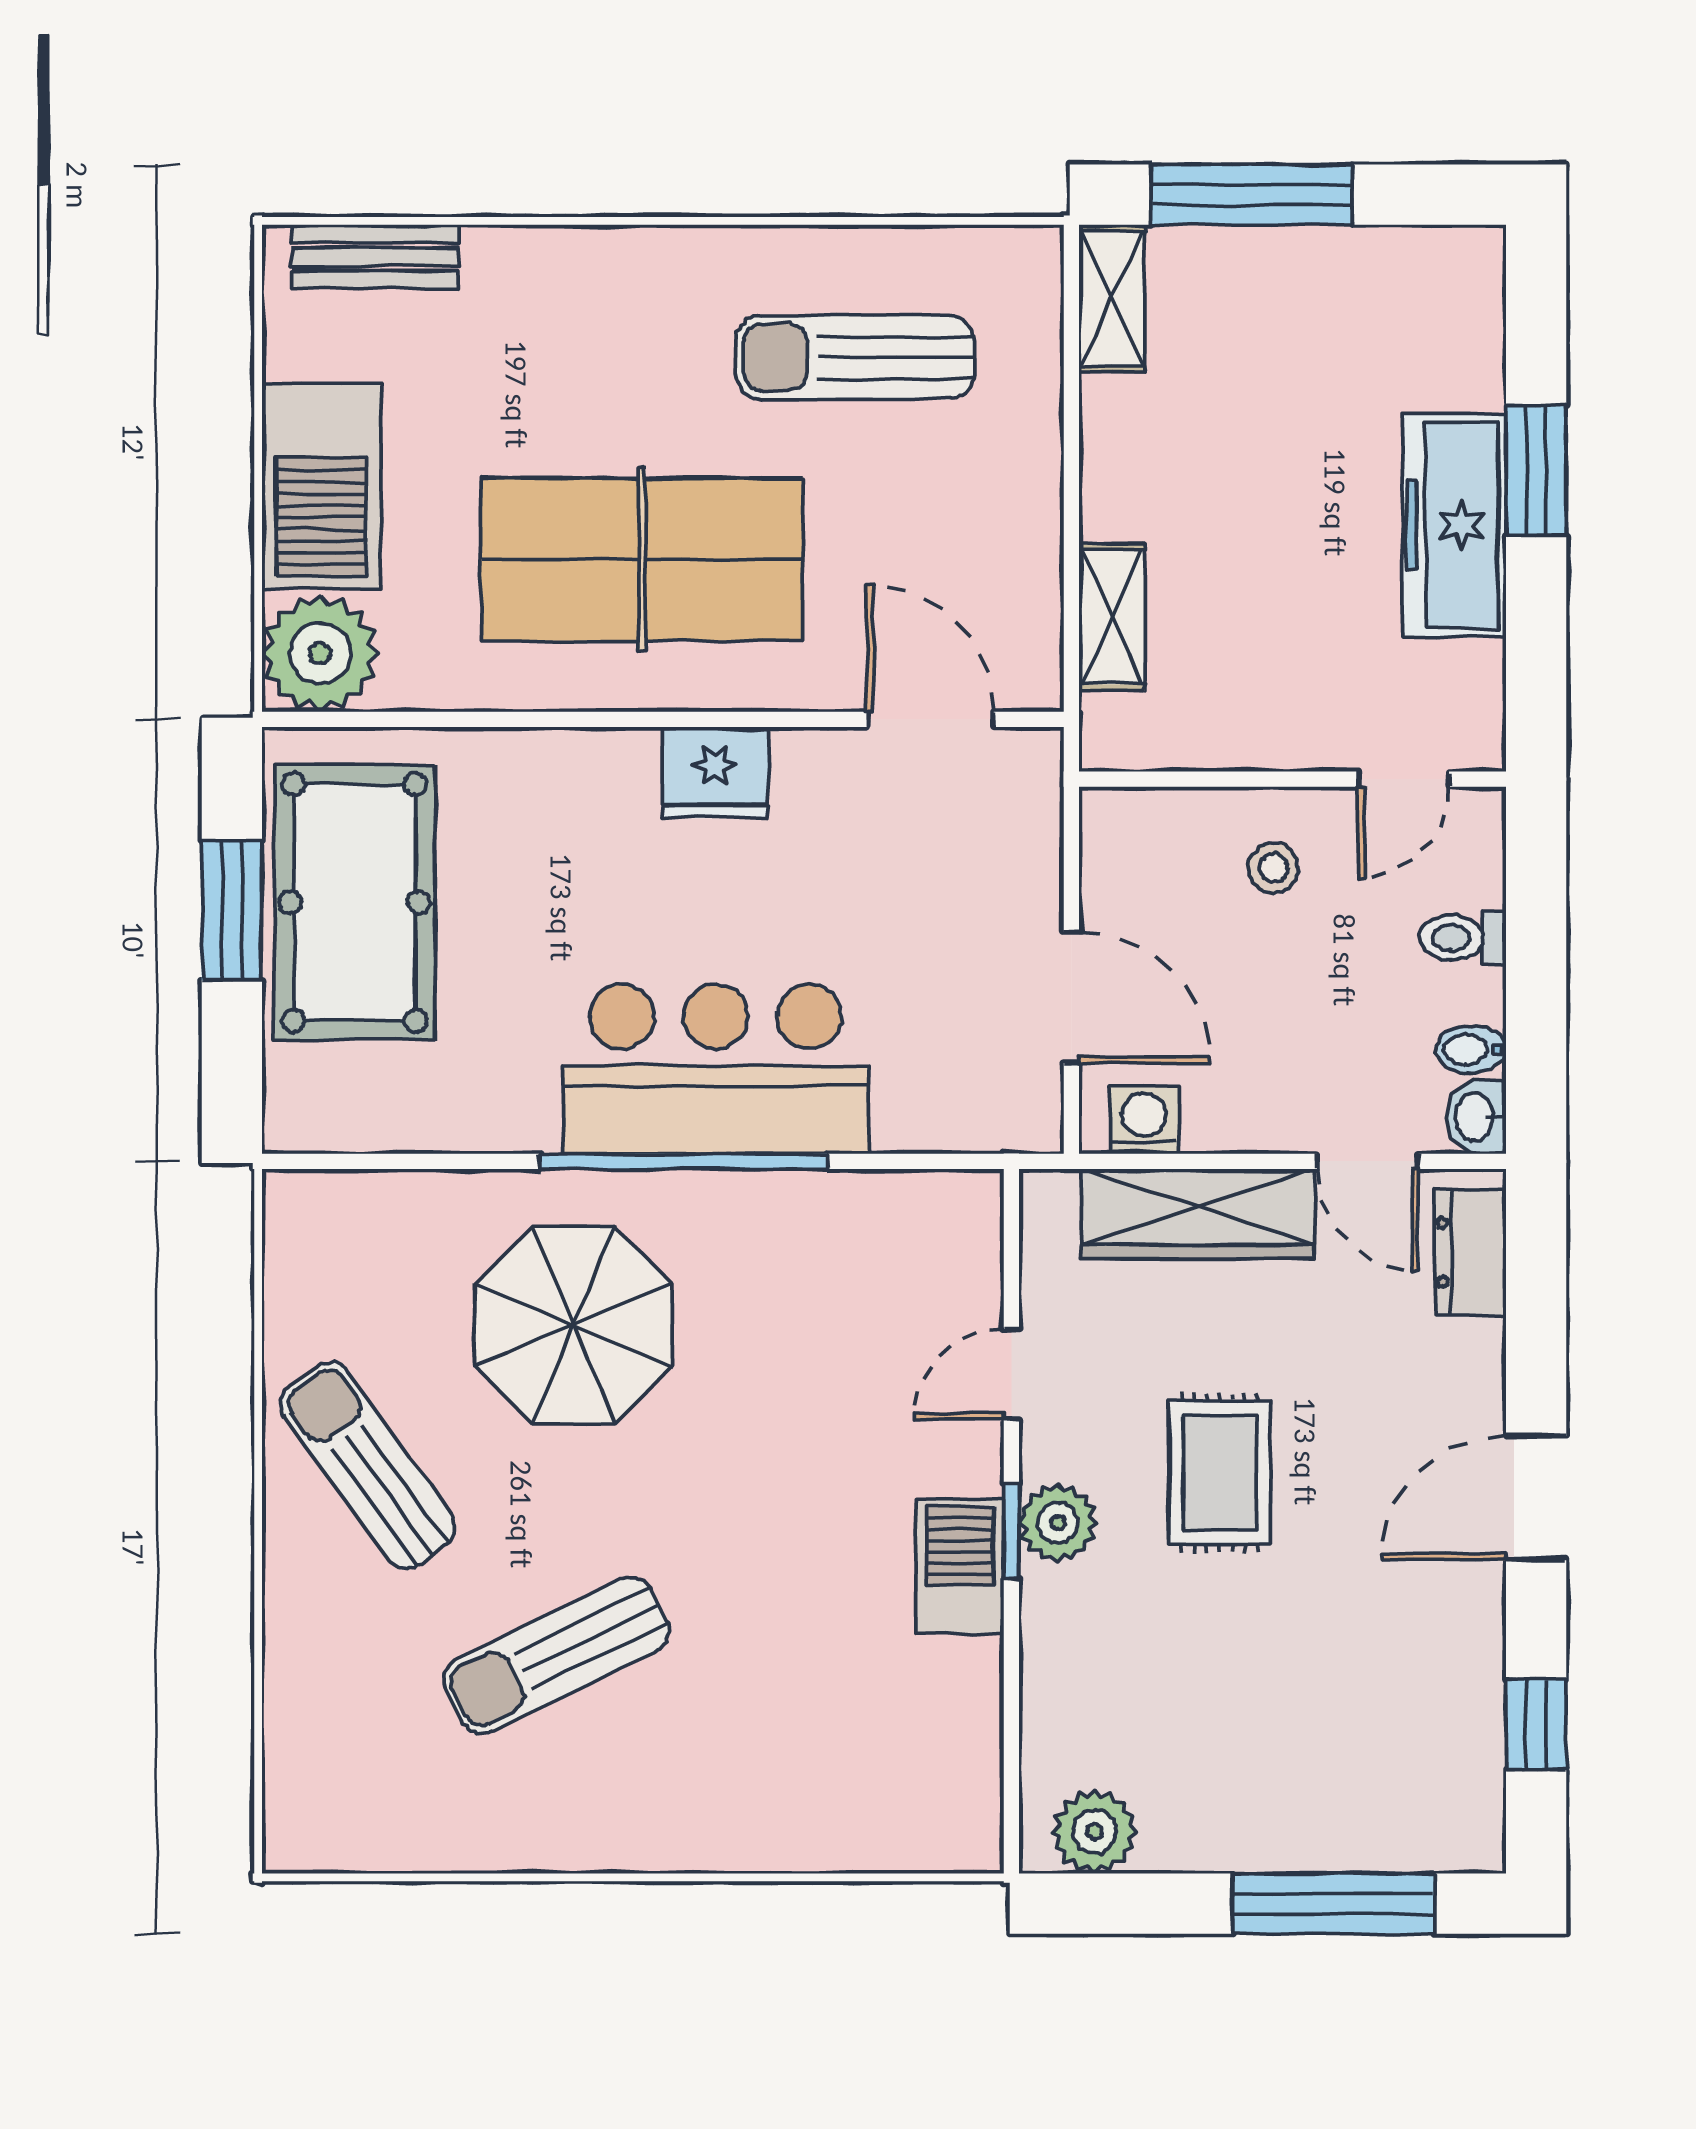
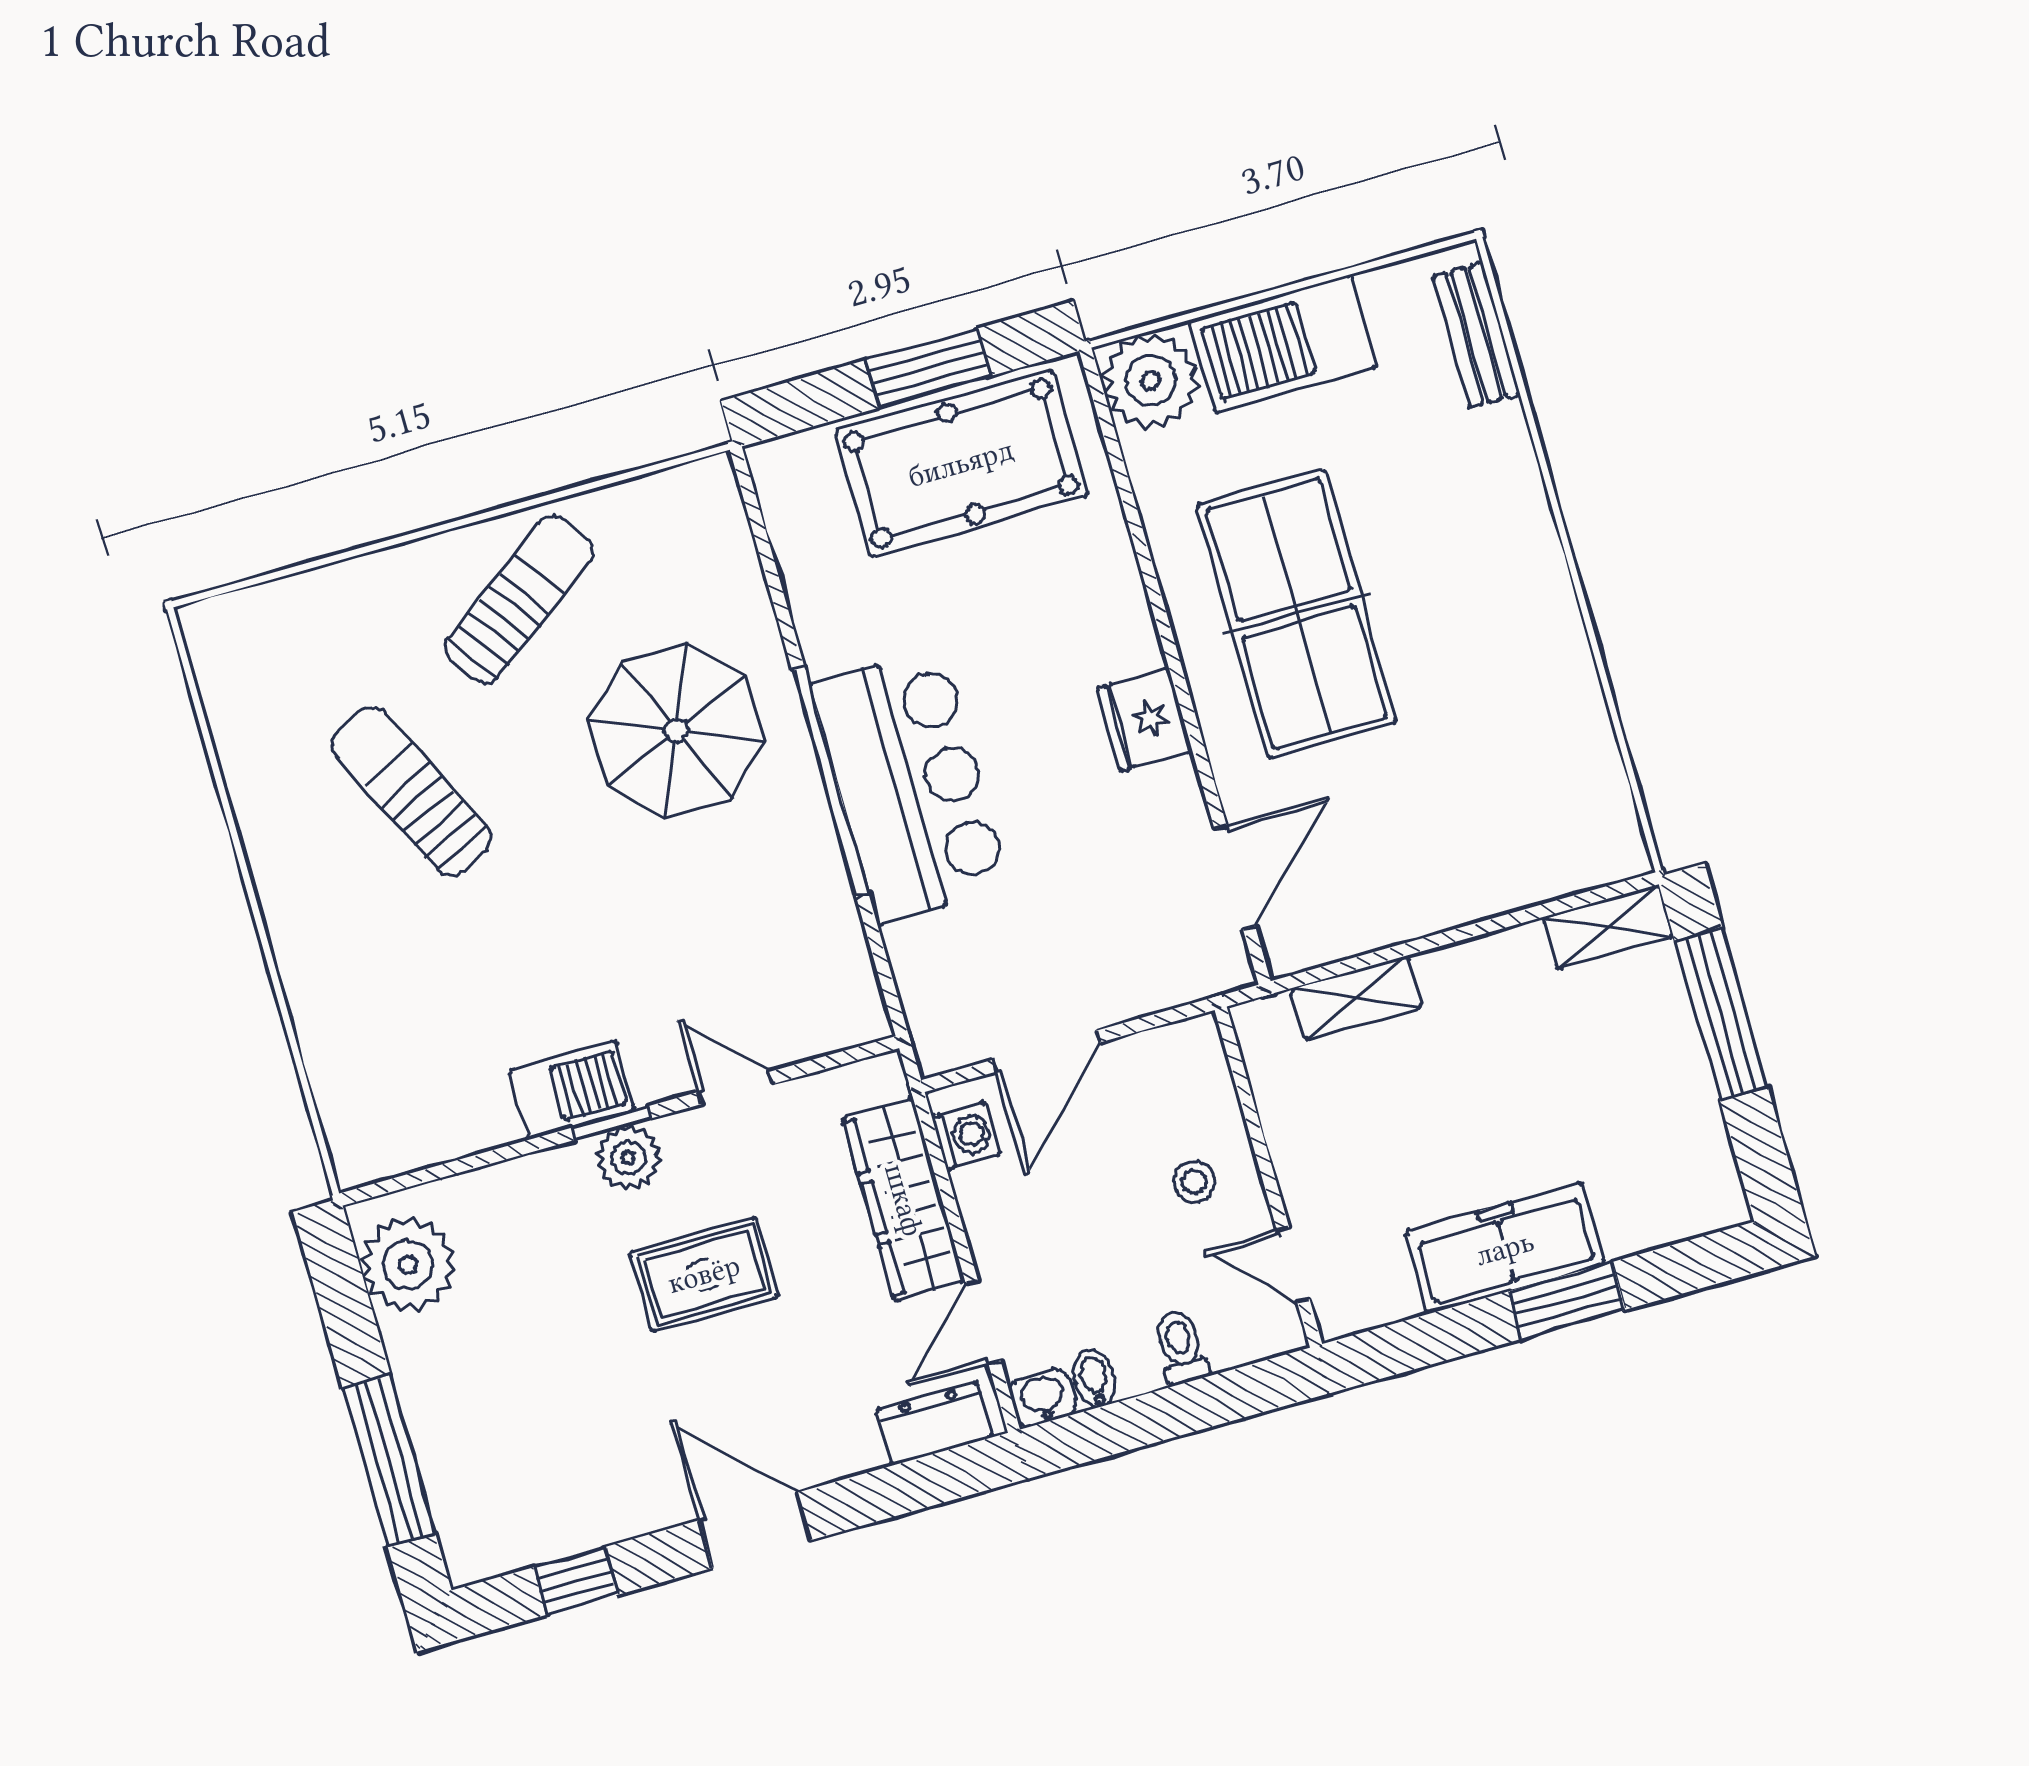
sun lounger: (855, 357) -> (1504, 737), removed
plant: (1094, 1832) -> (408, 1265), width x1.36, depth x1.36

